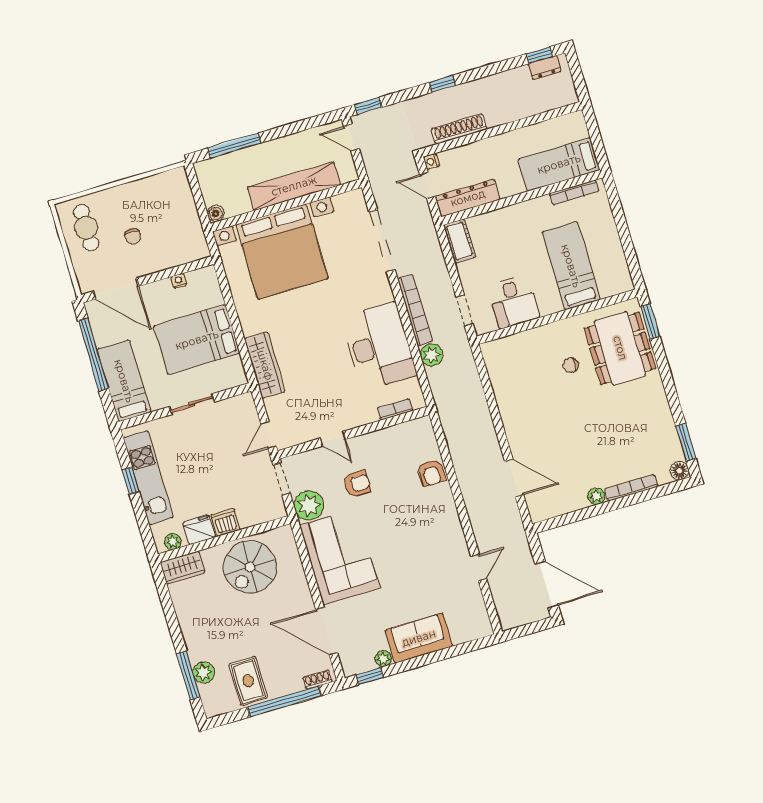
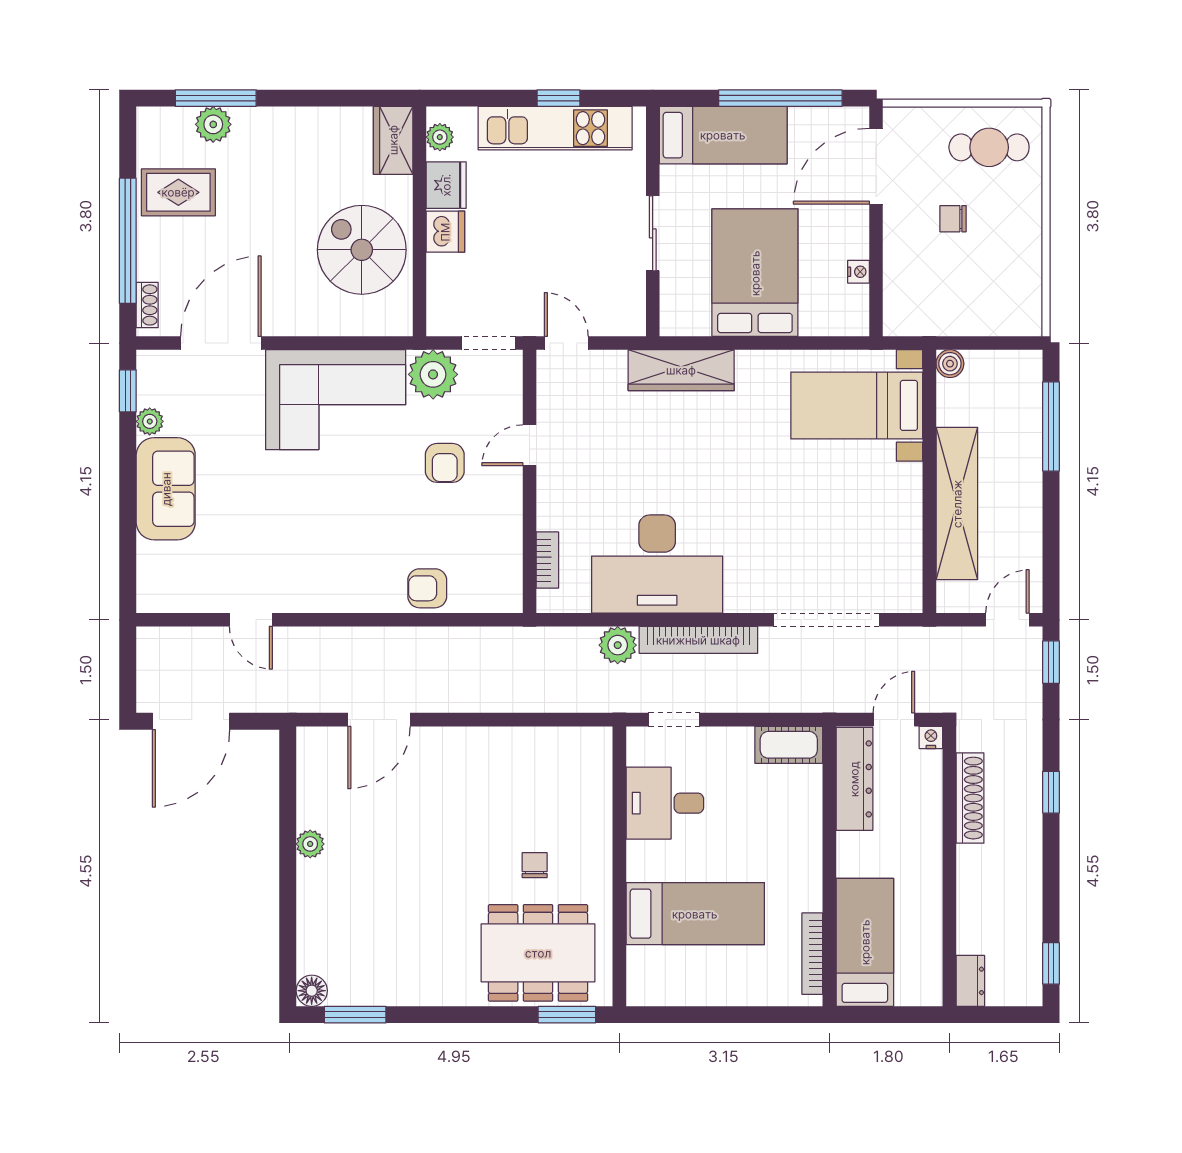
dresser: (545, 68) -> (970, 981), moved, turned 180
bed with nightstands: (282, 251) -> (857, 405), width x0.54
bookcase: (631, 488) -> (307, 904), removed

